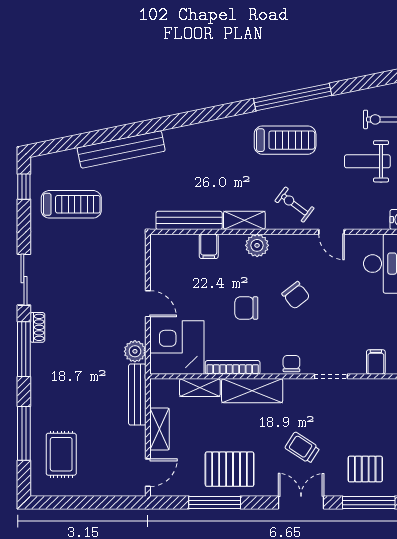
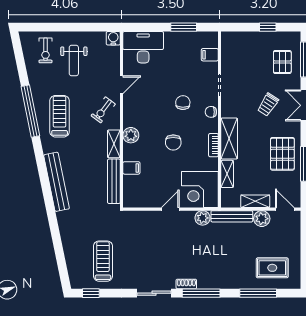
bench: (121, 149) -> (57, 182), moved
chair: (296, 295) -> (183, 103), moved, turned -51
bookcase: (233, 367) -> (213, 145), width x0.64
plant: (134, 439) -> (262, 219), added

